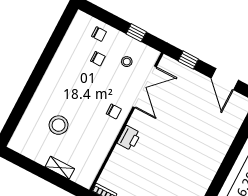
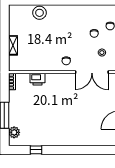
stool: (59, 125) -> (40, 13), moved
printer: (129, 138) -> (37, 79), moved

